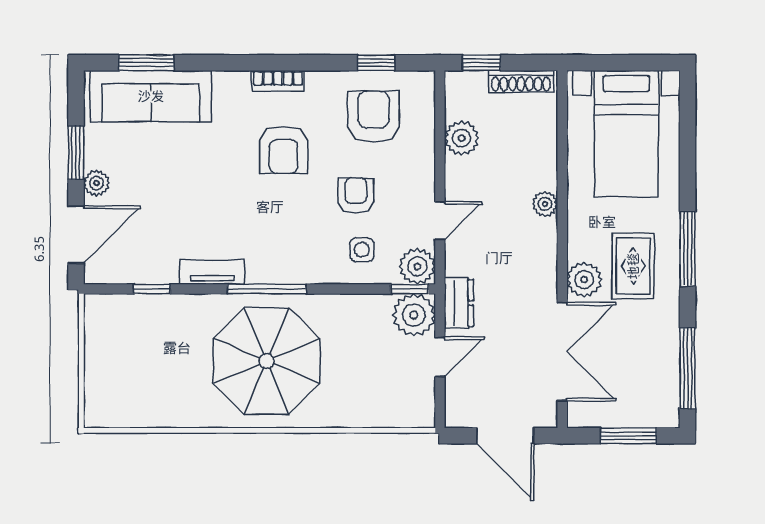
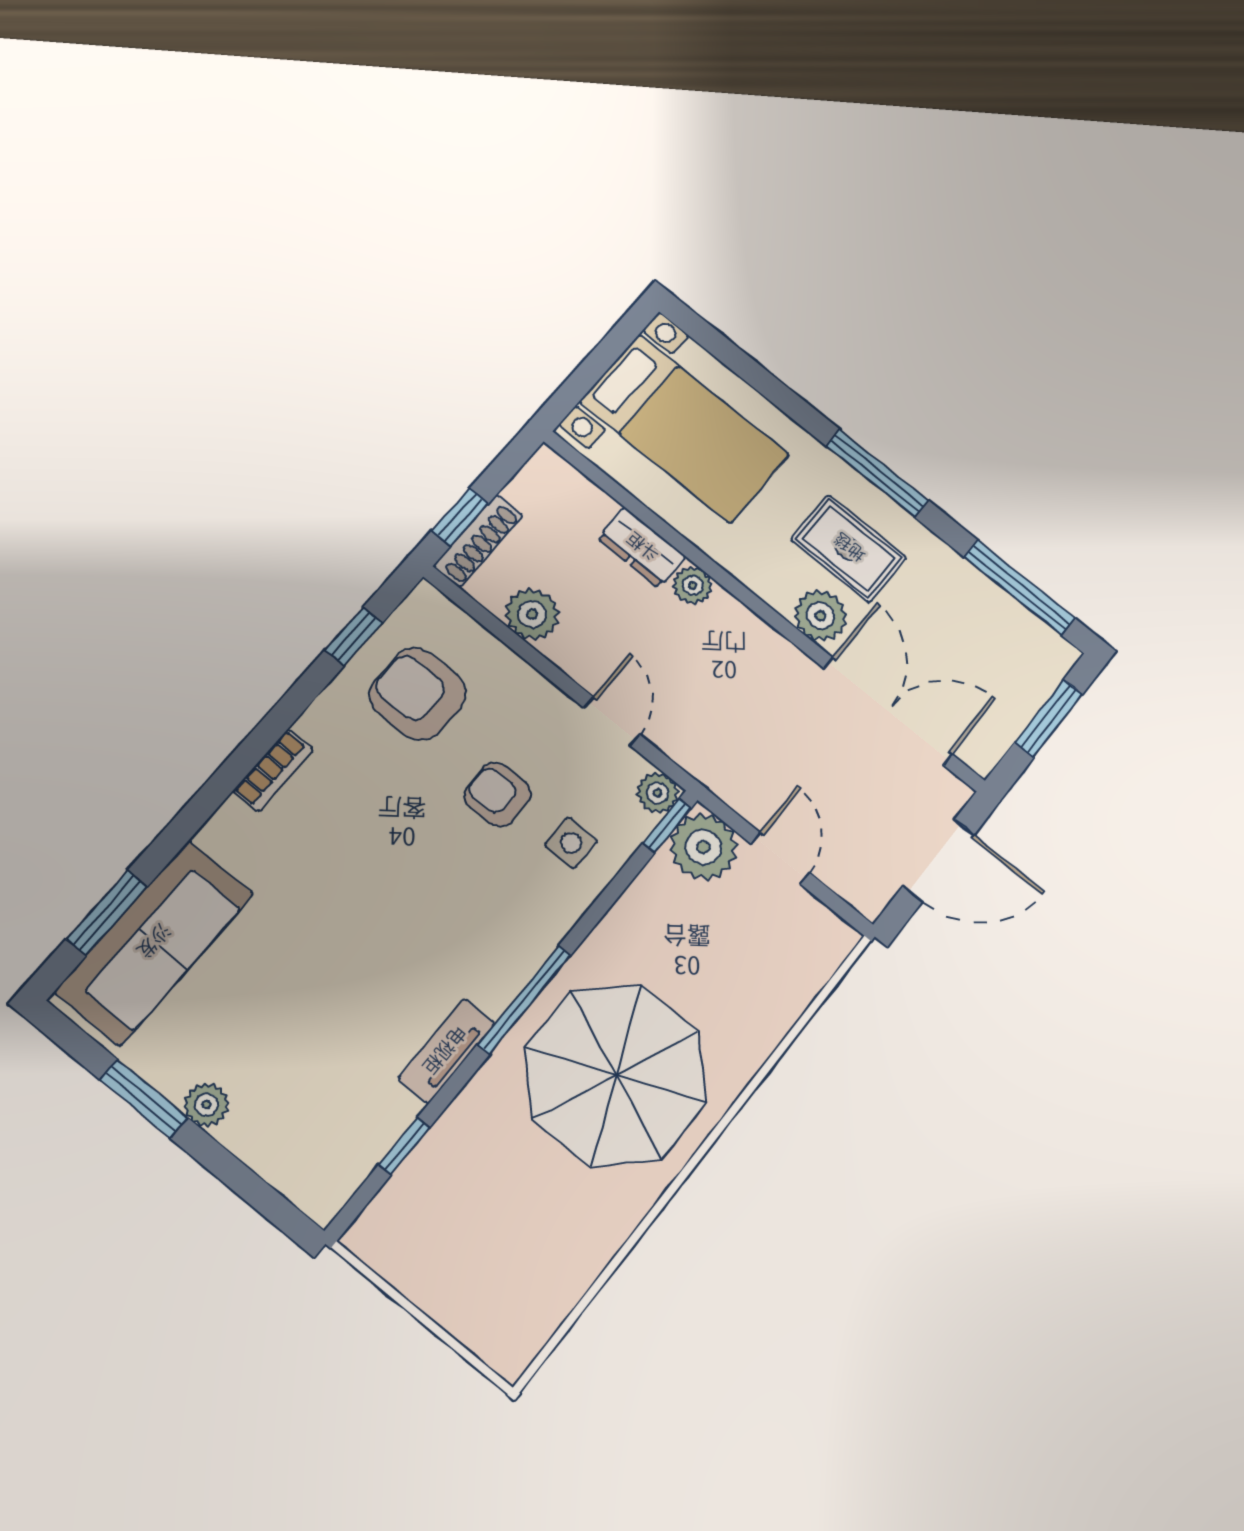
shoe rack: (521, 81) -> (478, 541), moved
armchair: (284, 150) -> (366, 835), removed
door: (76, 235) -> (251, 1188), removed
plant: (417, 266) -> (657, 793), width x0.73, depth x0.73
dresser: (459, 303) -> (642, 548), moved, turned 180

